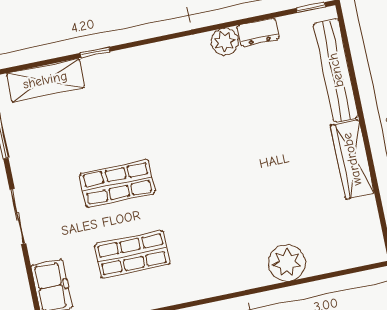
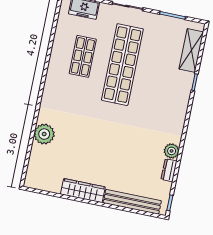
shop shelf: (117, 183) -> (122, 65), width x2.00, depth x1.36

